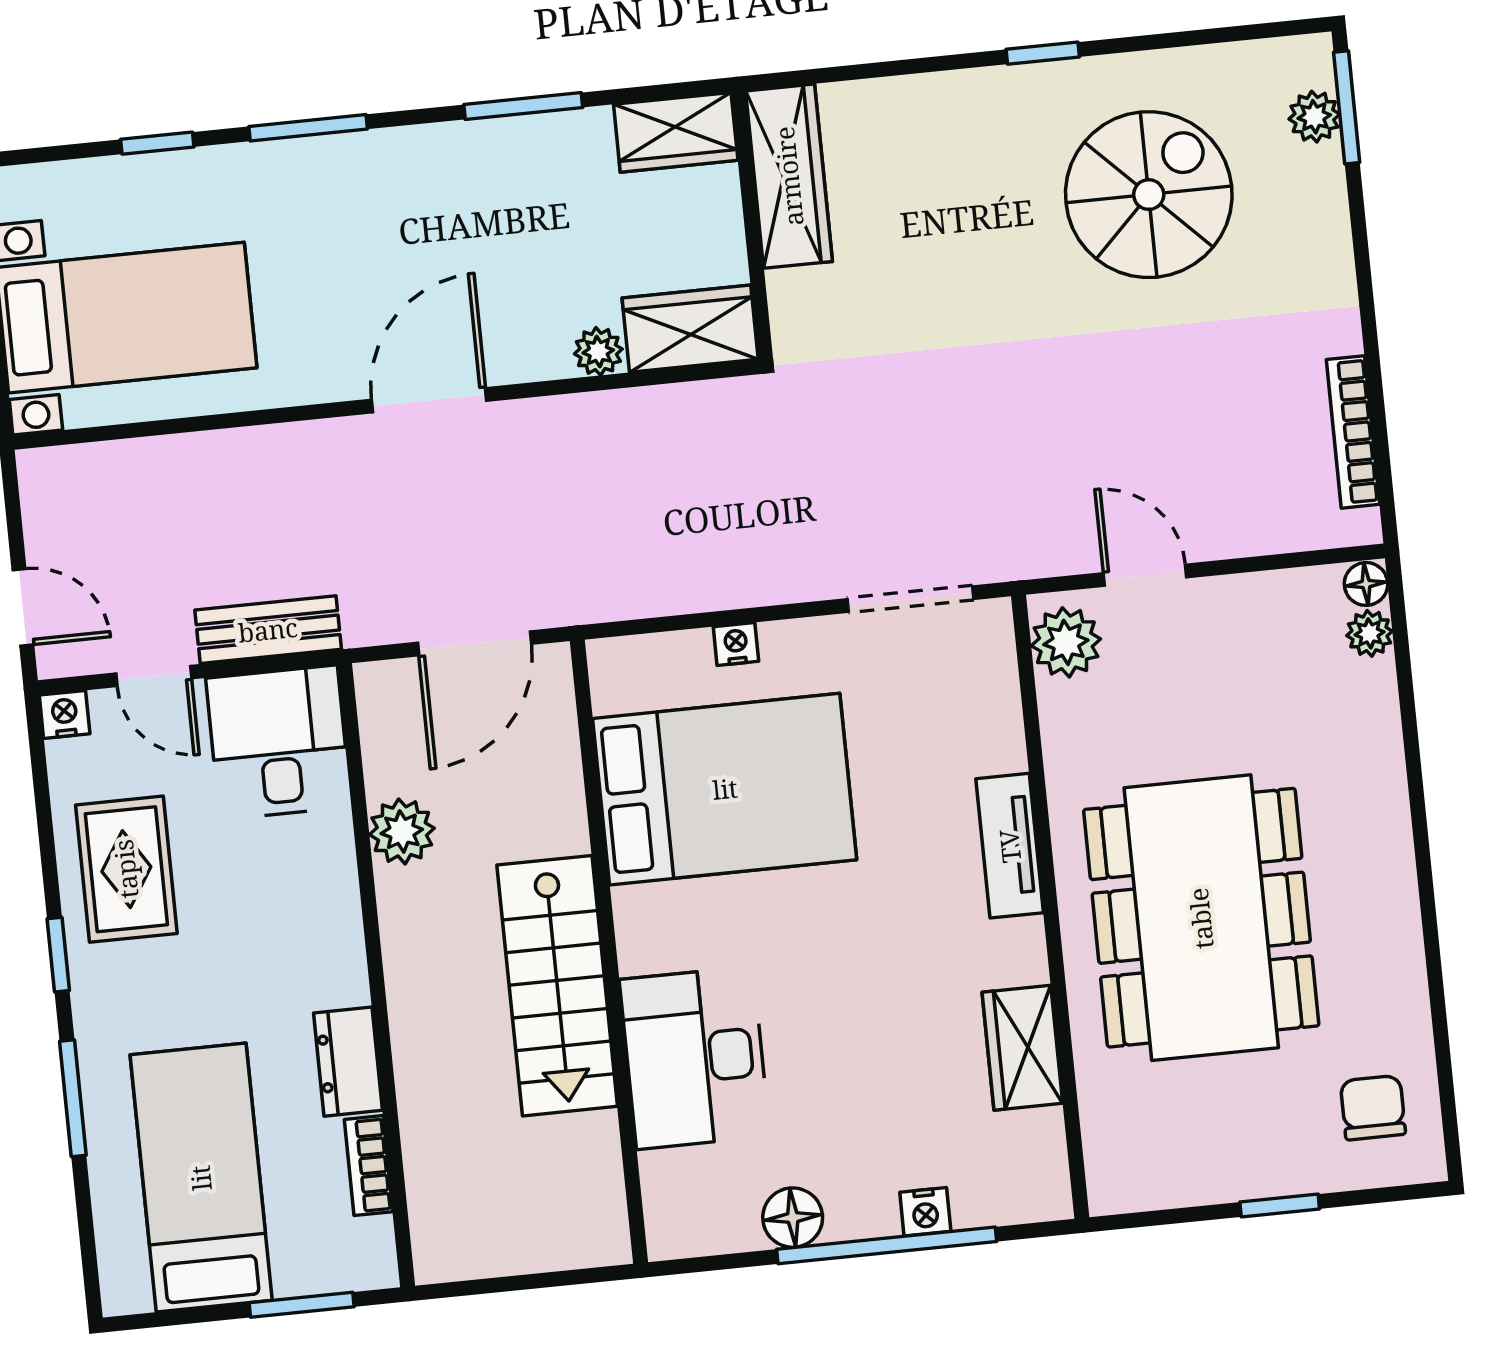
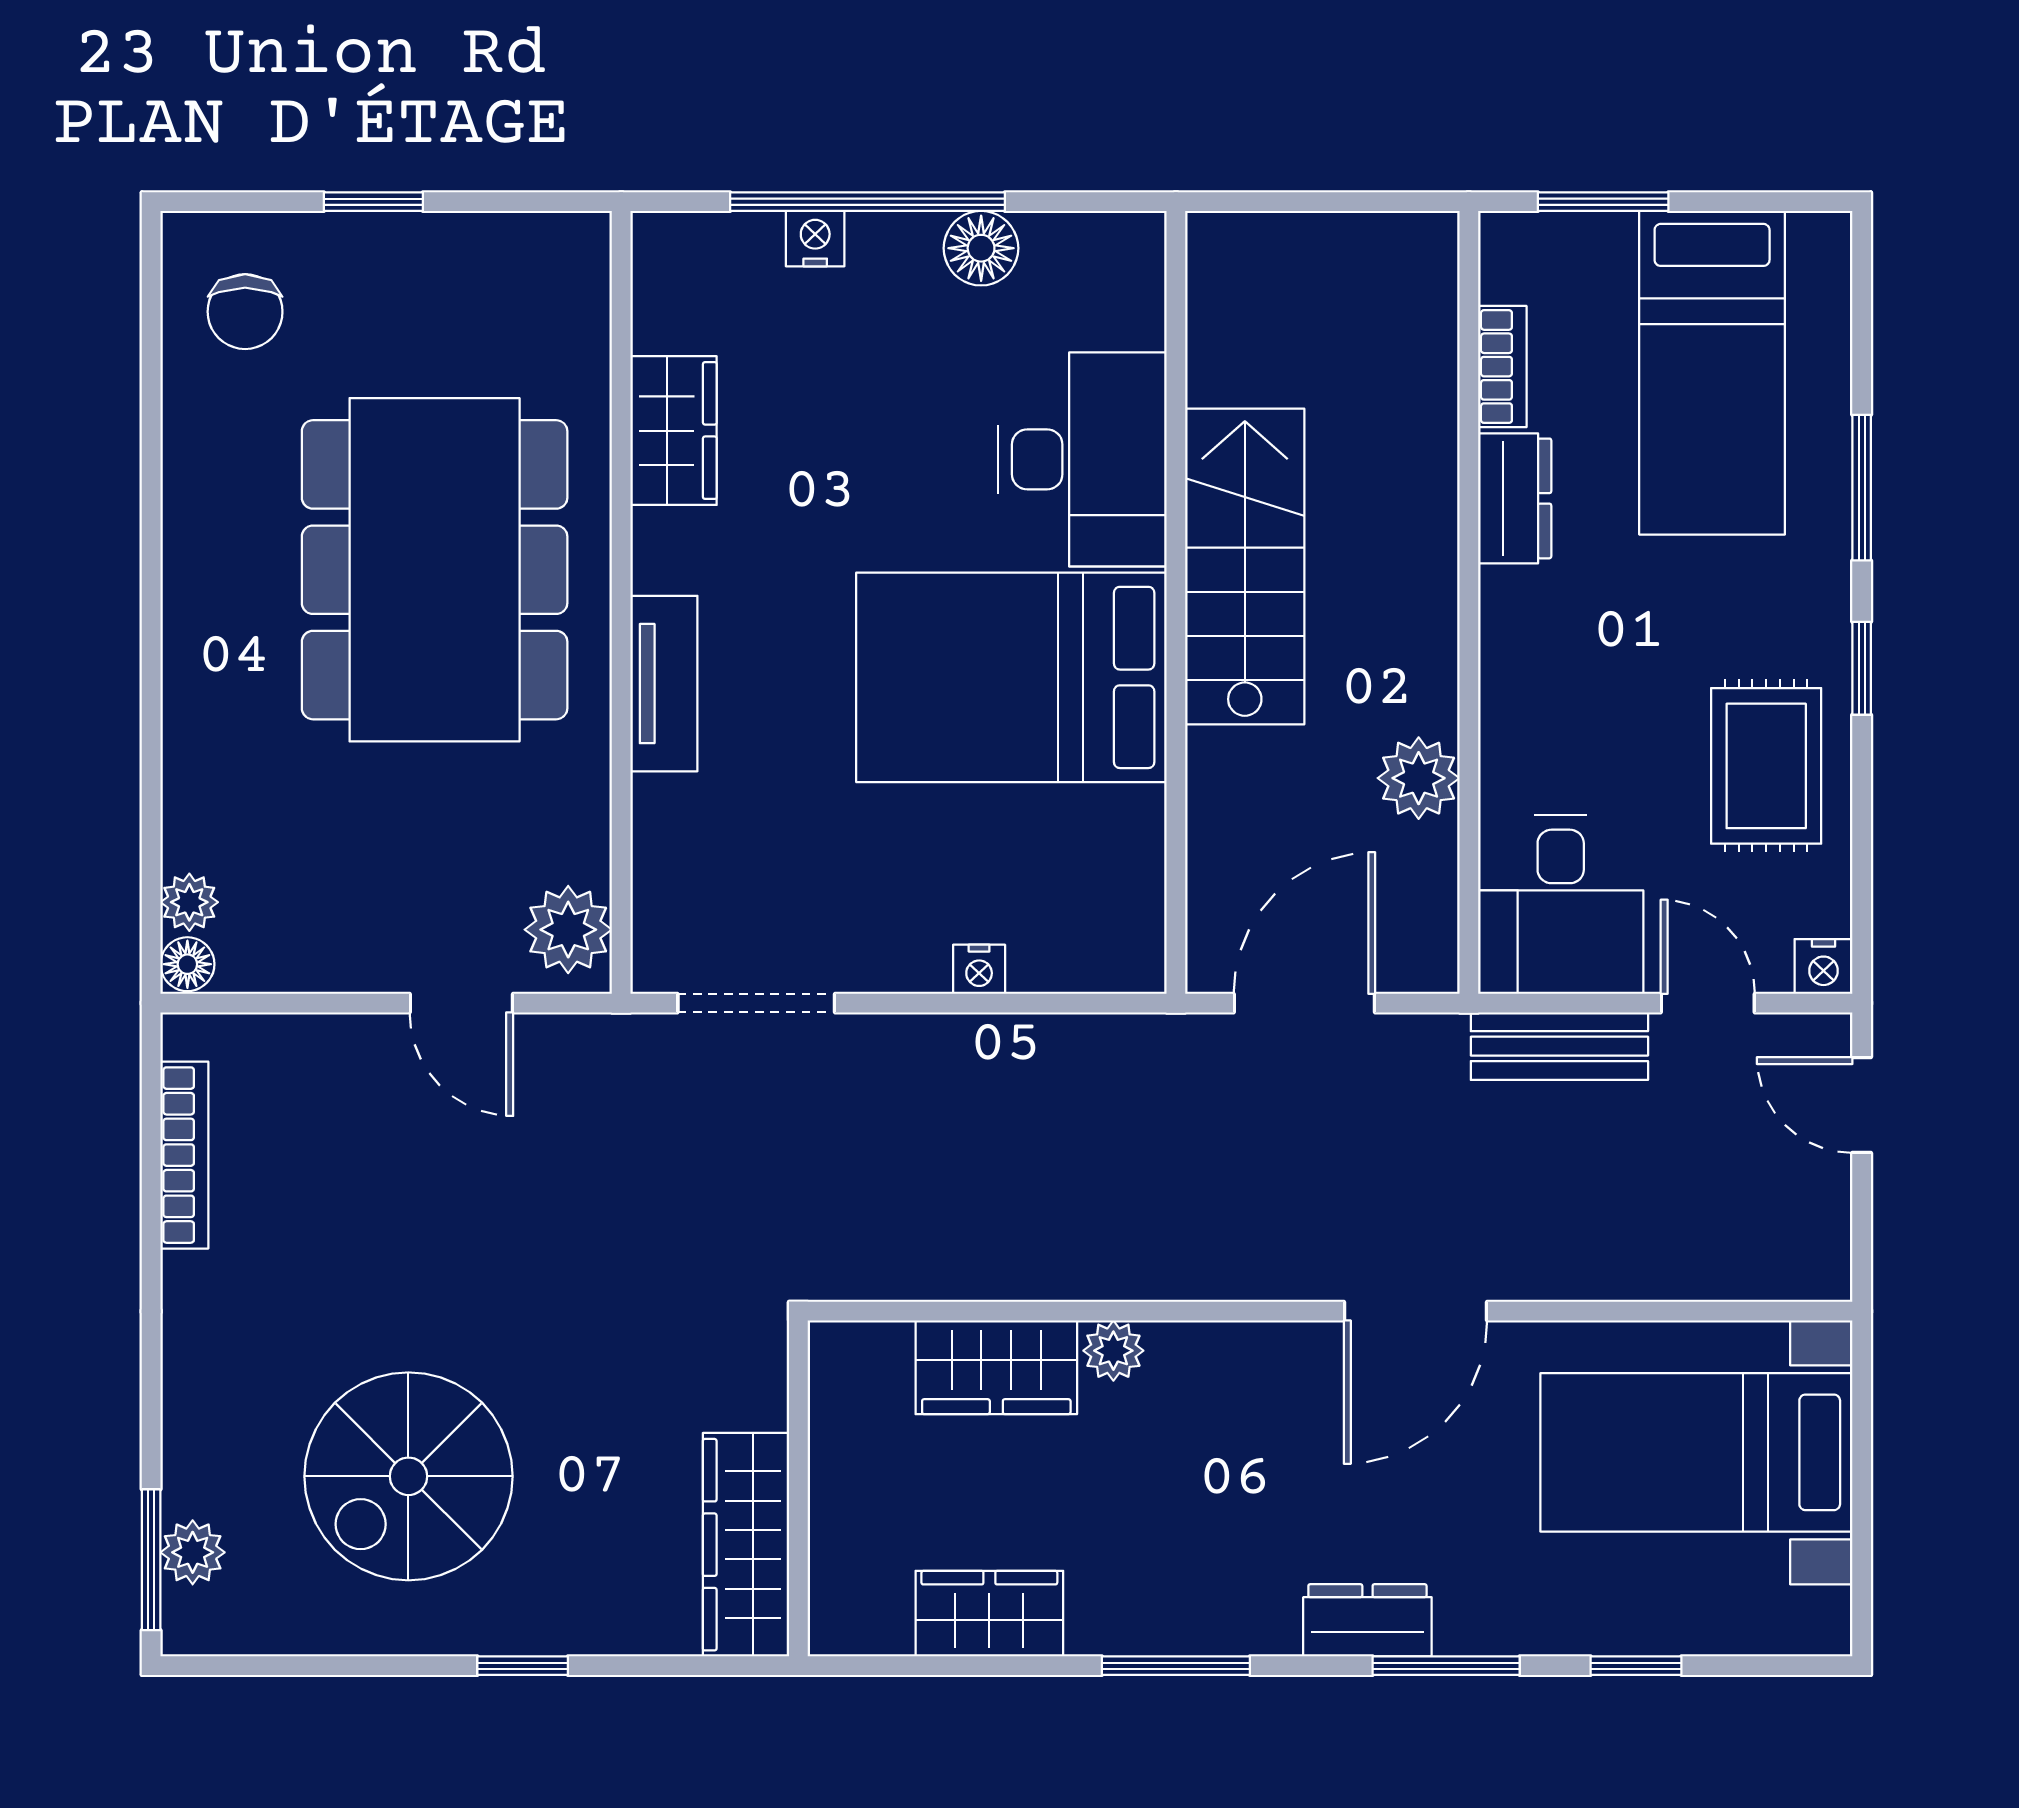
dresser: (374, 157) -> (1367, 1620), added
wardrobe: (789, 176) -> (746, 1545), moved
wall: (752, 225) -> (798, 1488), moved
door: (429, 400) -> (1416, 1311), moved
bed: (725, 789) -> (1011, 677), moved

